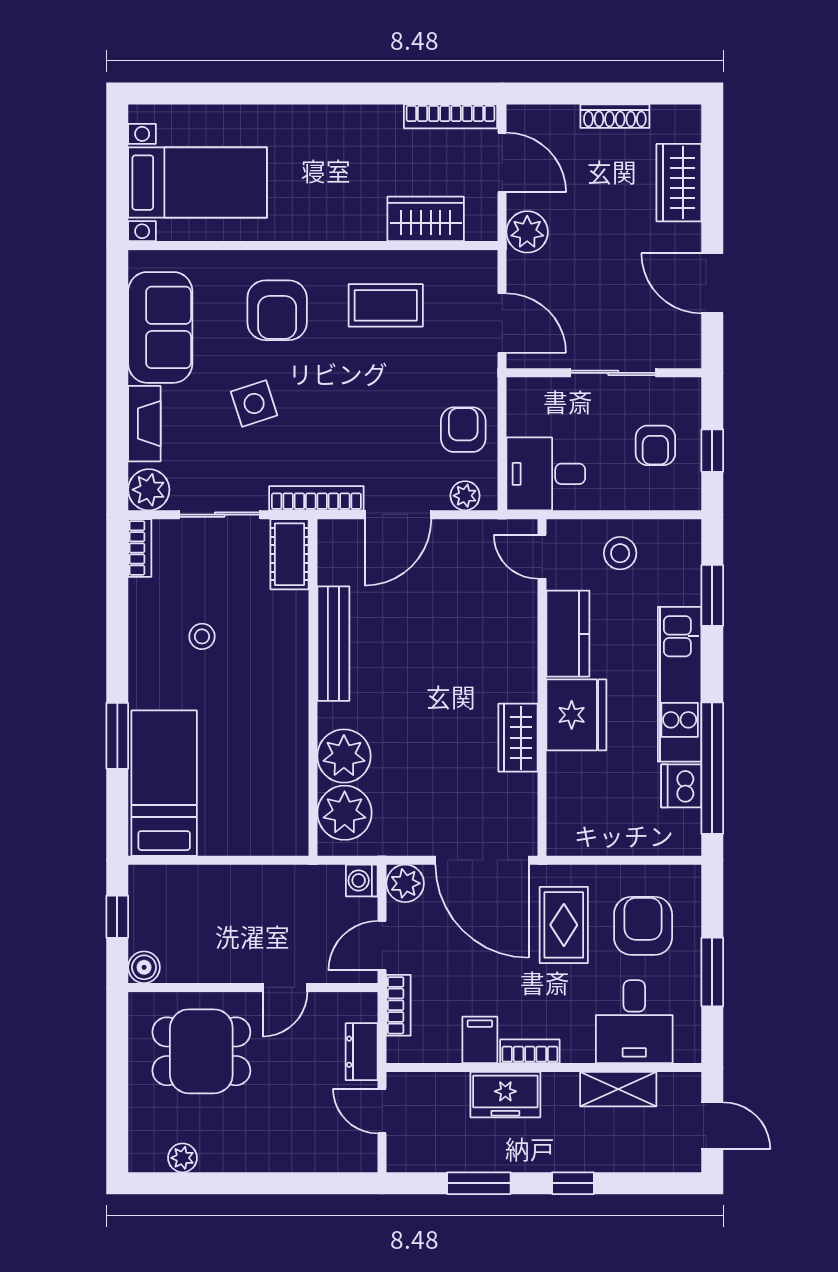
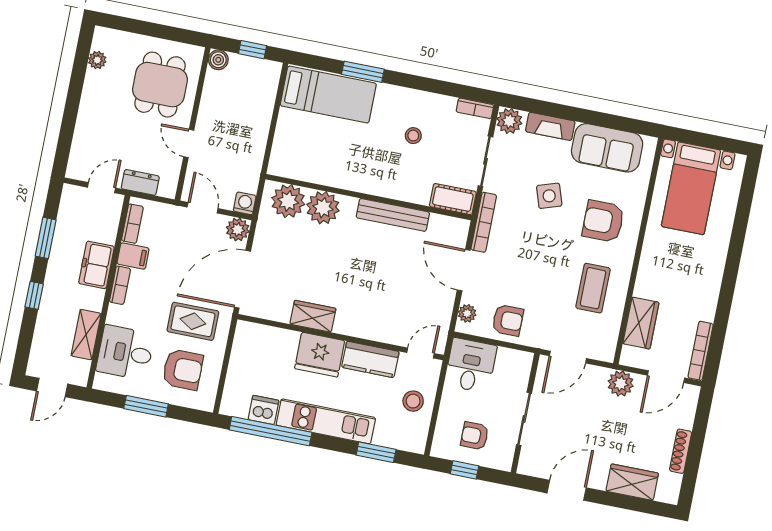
bookcase: (399, 1005) -> (132, 224), moved, turned -90

